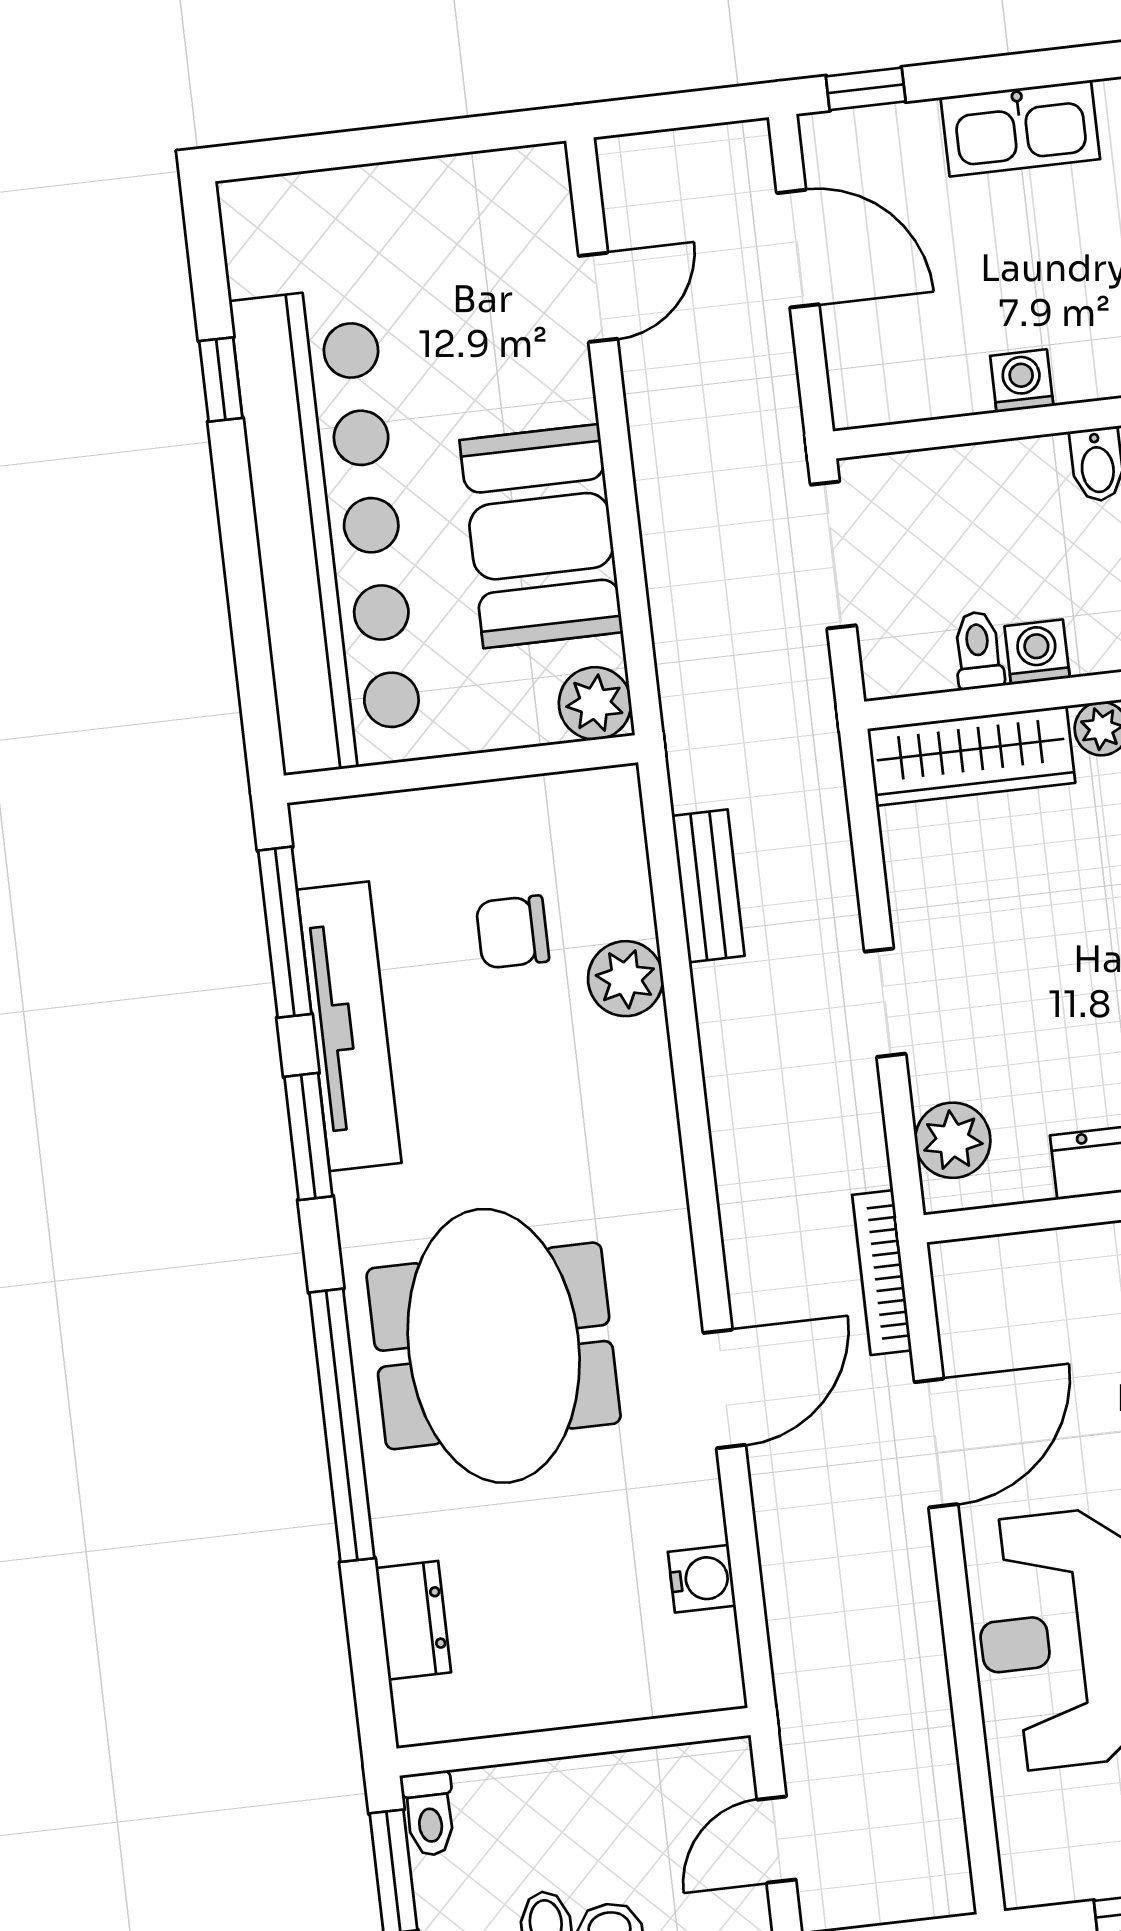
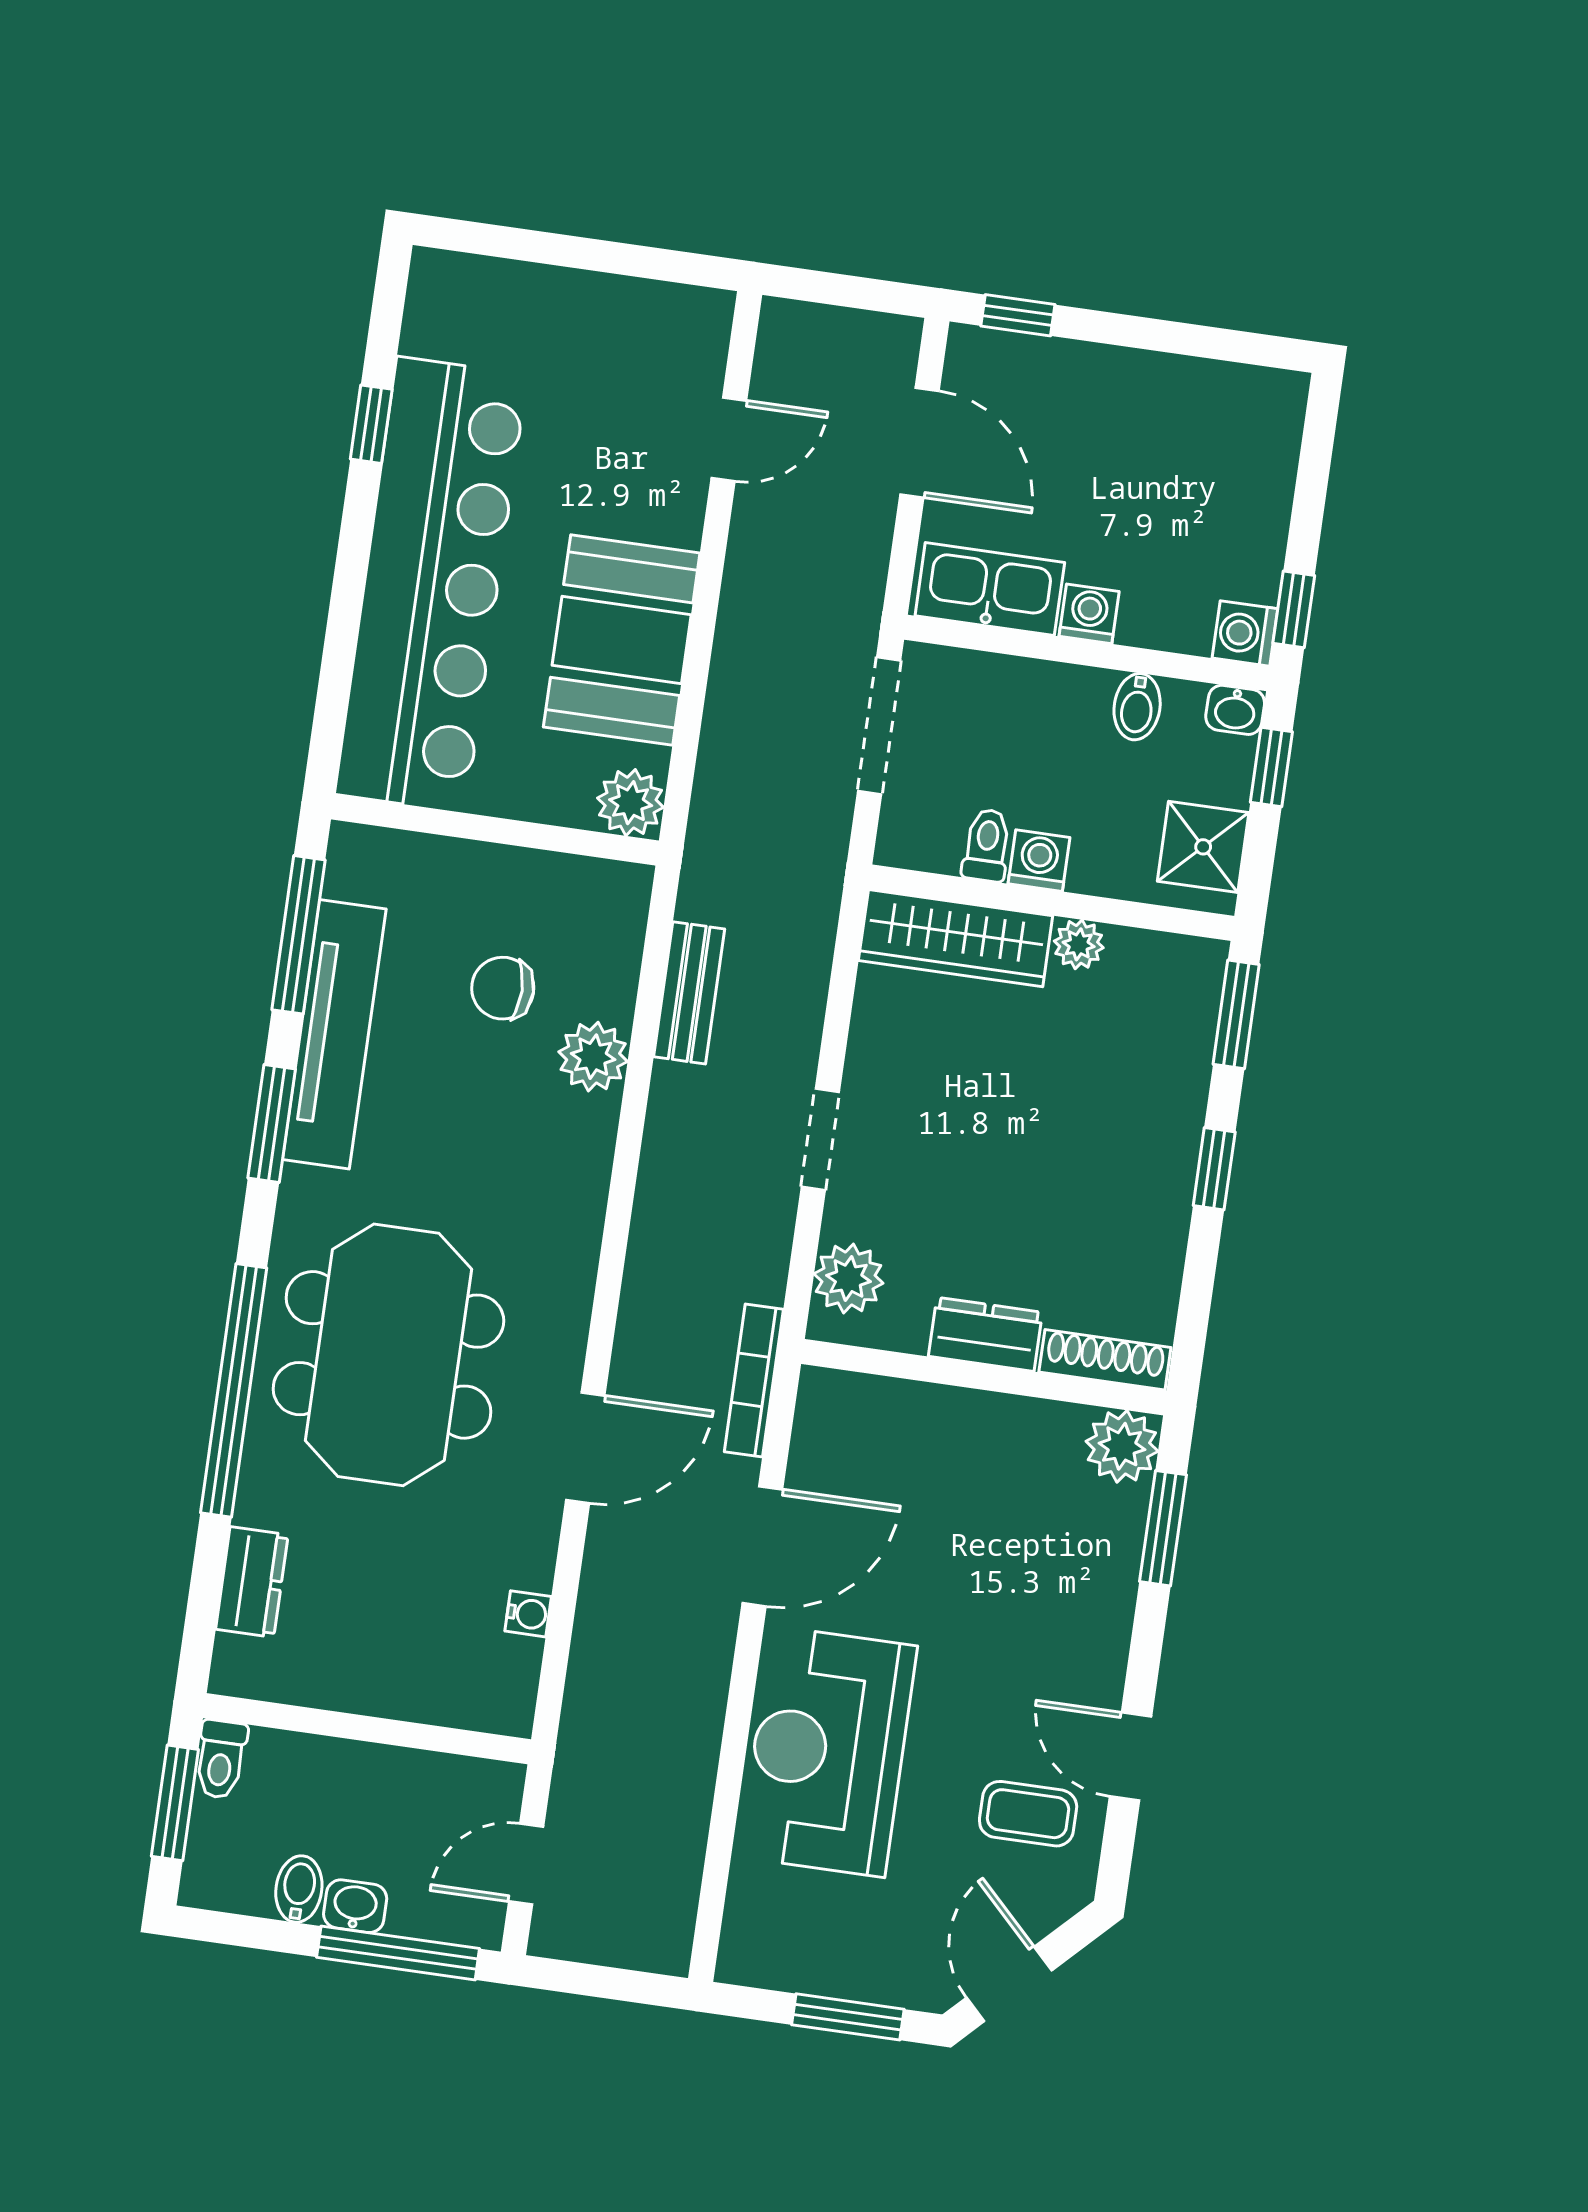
kitchen sink: (1020, 128) -> (990, 589), moved, turned 180
water cooler: (702, 1579) -> (528, 1614), width x0.72, depth x0.72

